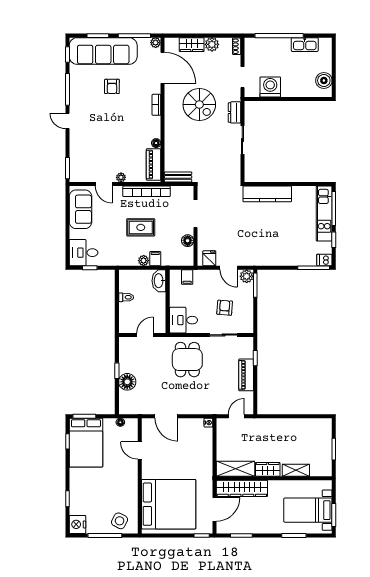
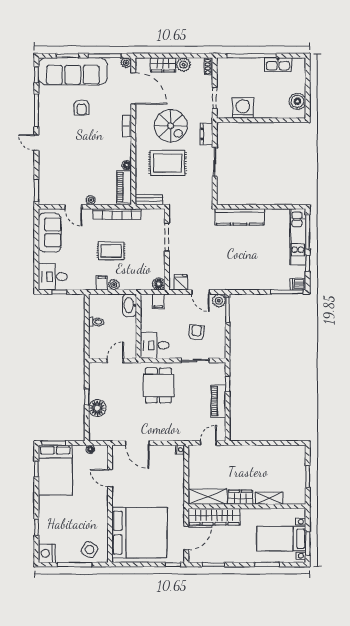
rug: (196, 141) -> (168, 163), added
floor lamp: (188, 241) -> (159, 284), moved
filing cabinet: (155, 259) -> (102, 283), moved

